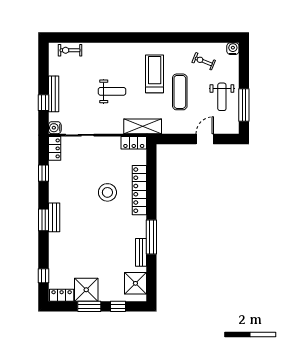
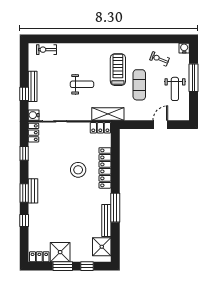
window: (244, 105) -> (194, 78), moved
bench: (141, 252) -> (106, 220), width x1.36
window: (44, 276) -> (24, 220), moved

